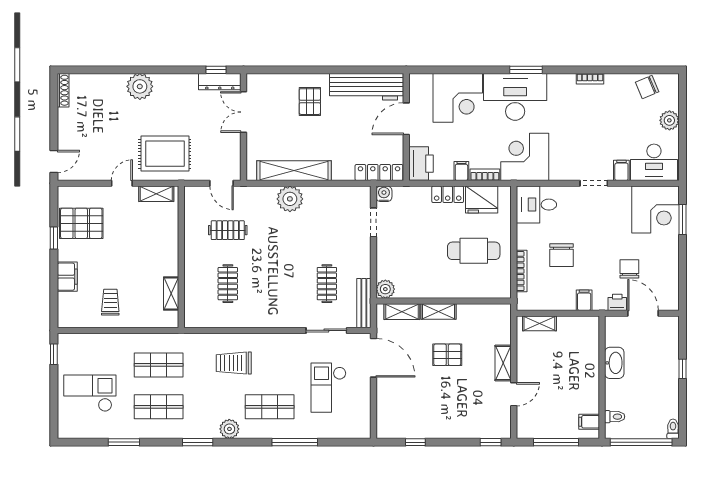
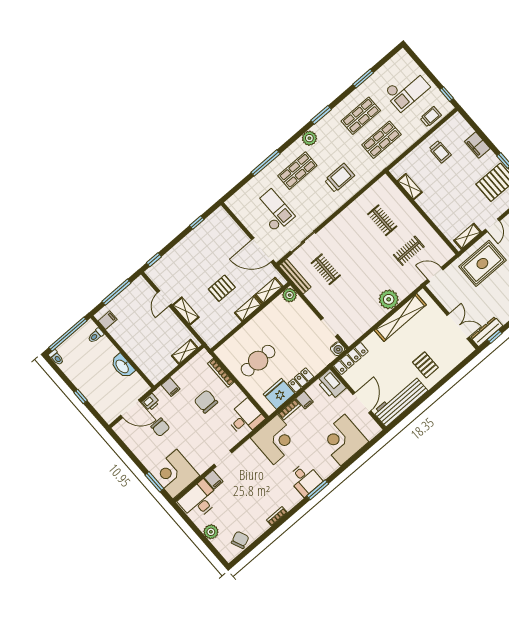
desk: (515, 97) -> (305, 479), width x0.53, depth x0.77
trolley: (89, 345) -> (431, 117), added

